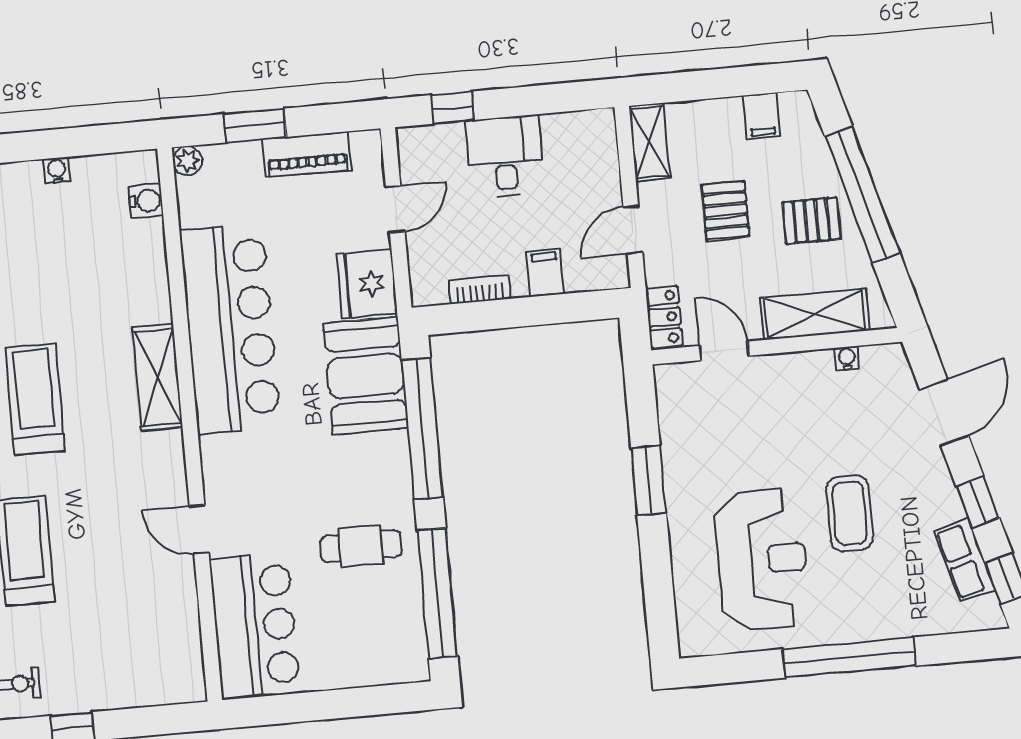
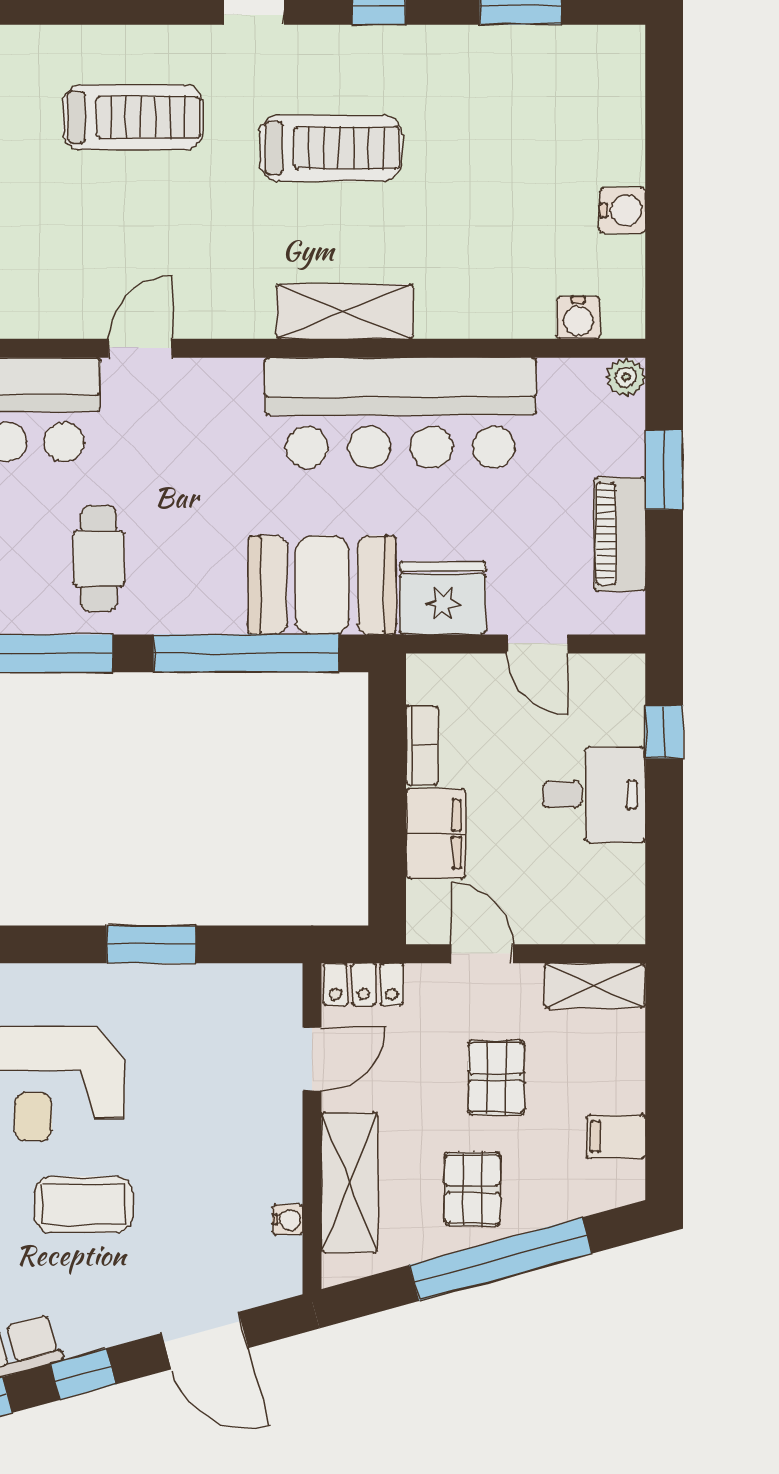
water cooler: (57, 170) -> (623, 211), width x1.38, depth x1.38
pallet: (725, 210) -> (496, 1078), turned 90
filing cabinet: (545, 273) -> (436, 834), width x2.00

